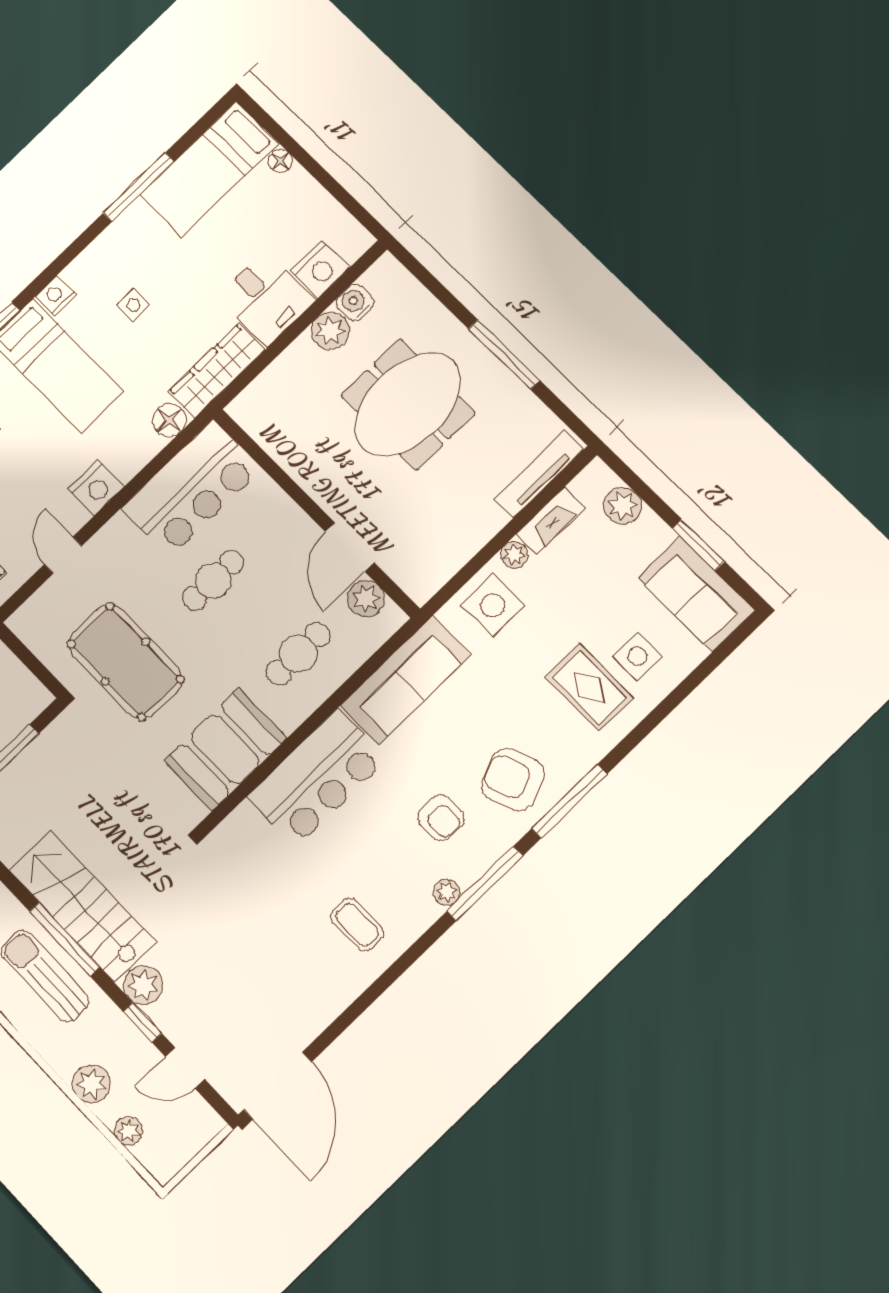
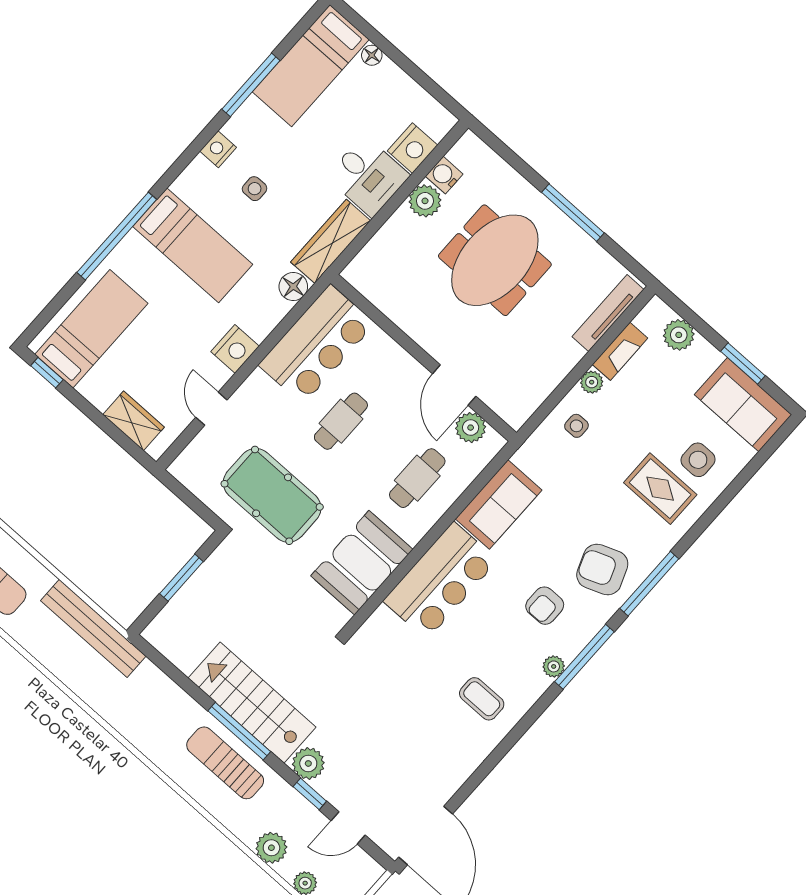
nightstand: (56, 296) -> (218, 149), moved
side table: (493, 605) -> (576, 426), width x0.54, depth x0.54
sofa: (405, 680) -> (499, 505), width x0.73
armchair: (441, 818) -> (545, 606), turned 90

